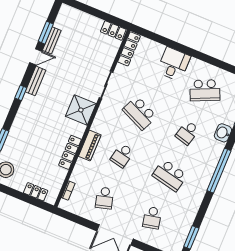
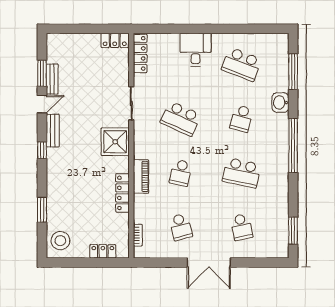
school desk: (205, 90) -> (242, 64), turned 45

